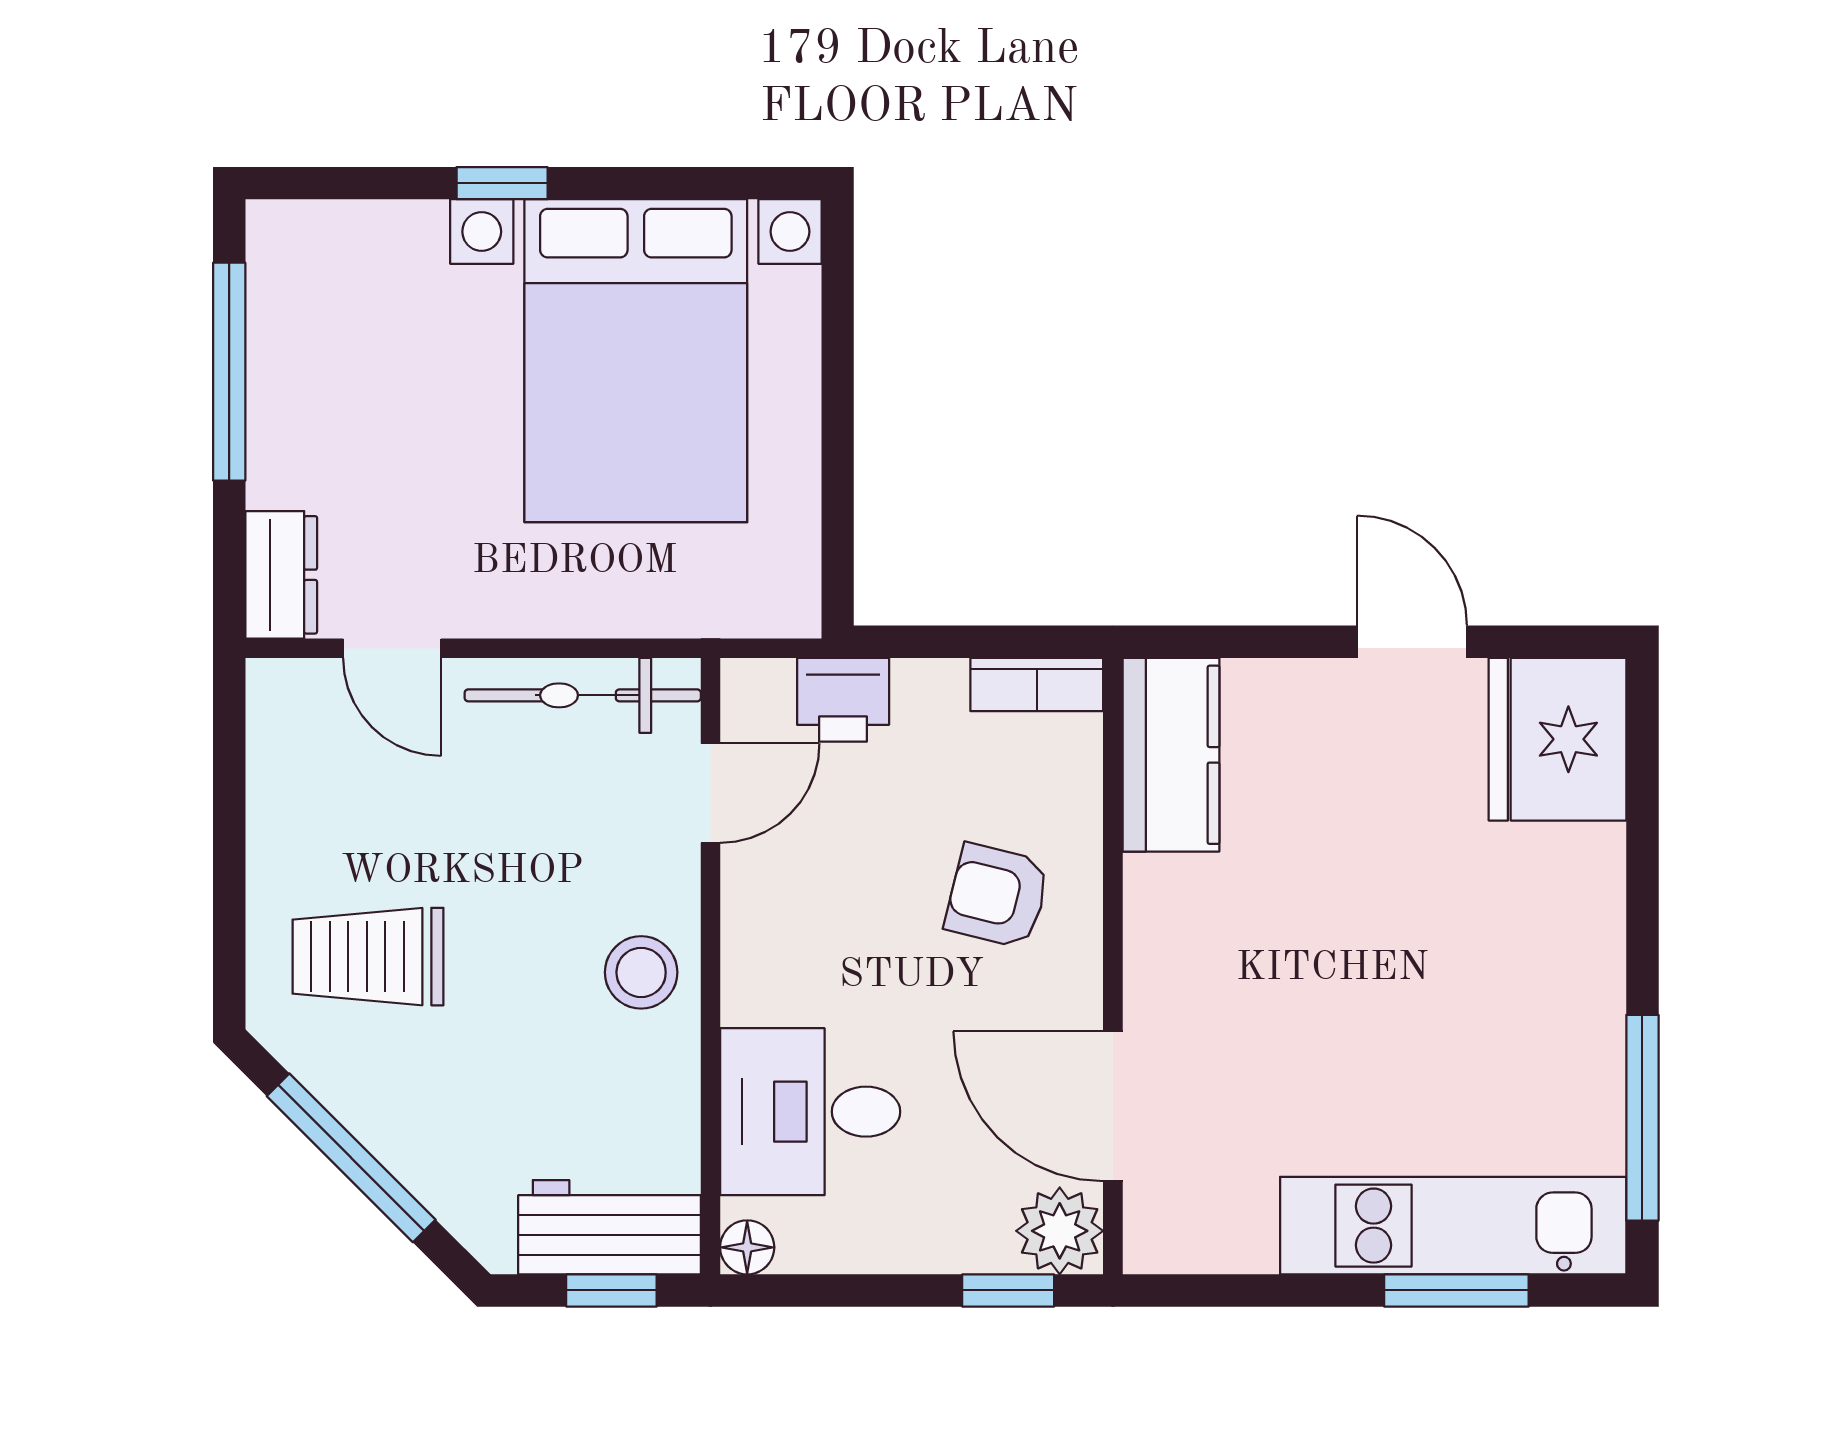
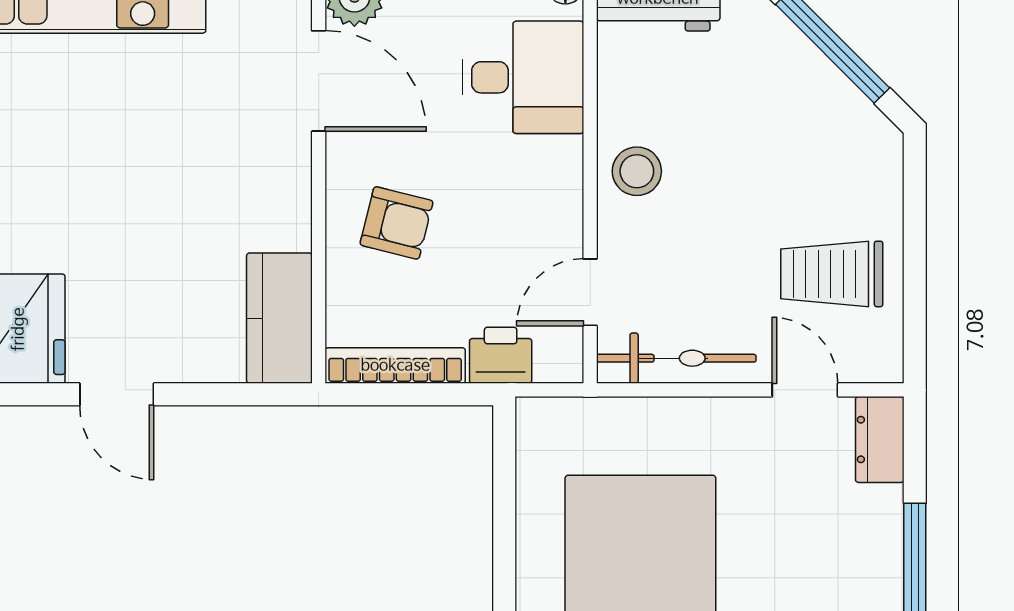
bookcase: (1037, 685) -> (395, 366), width x1.56
trolley: (368, 957) -> (832, 274), moved, turned 180

